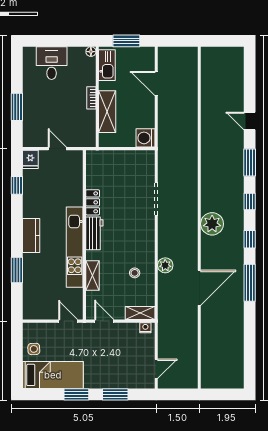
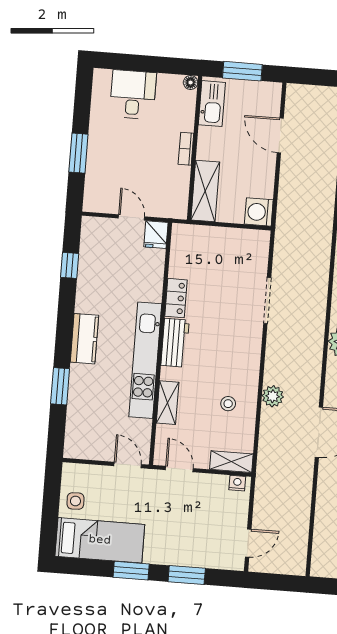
shelving: (107, 112) -> (205, 191), moved
fridge: (30, 159) -> (156, 235), moved

